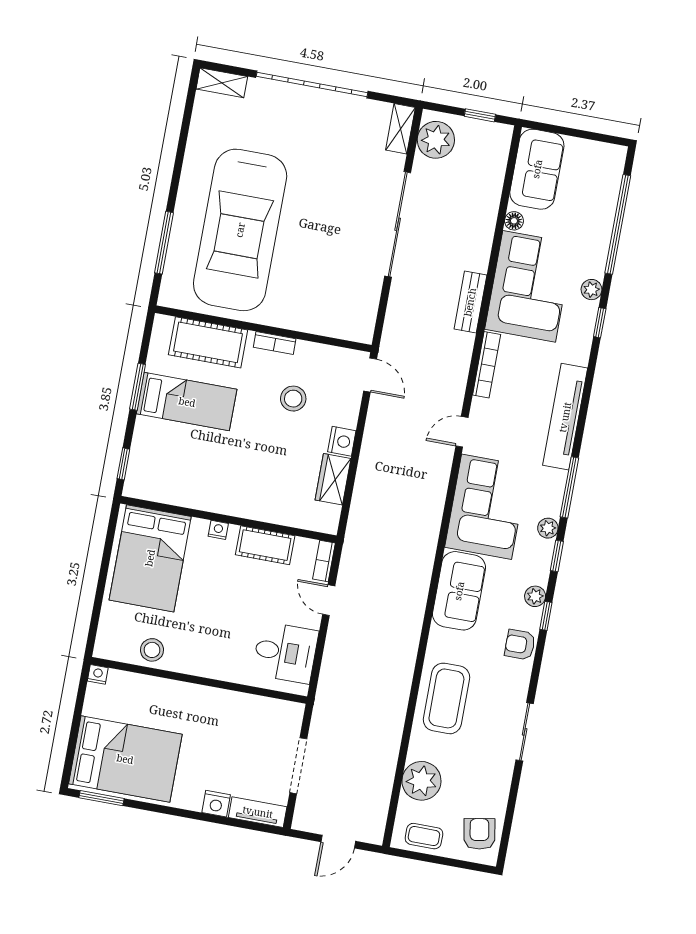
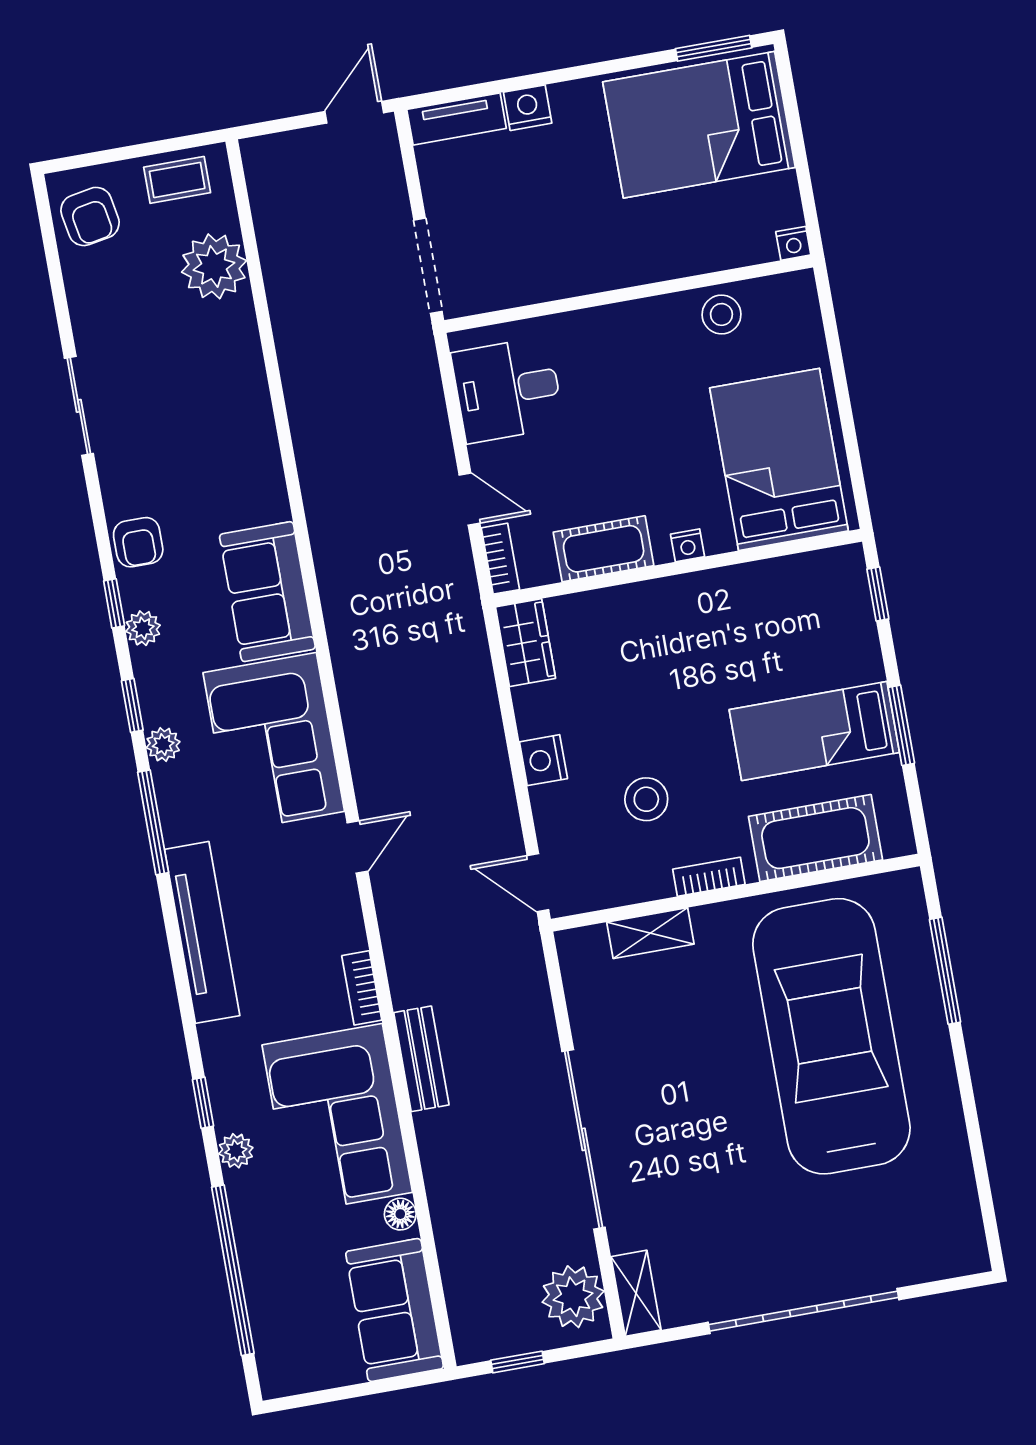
shelving: (222, 83) -> (650, 933), moved
bookcase: (487, 365) -> (362, 988), width x0.64
wardrobe: (333, 479) -> (526, 643), moved
armchair: (520, 645) -> (138, 542), turned 90
coffee table: (446, 698) -> (223, 413), removed
doorway: (298, 766) -> (428, 266), moved
door: (338, 842) -> (354, 112), moved

